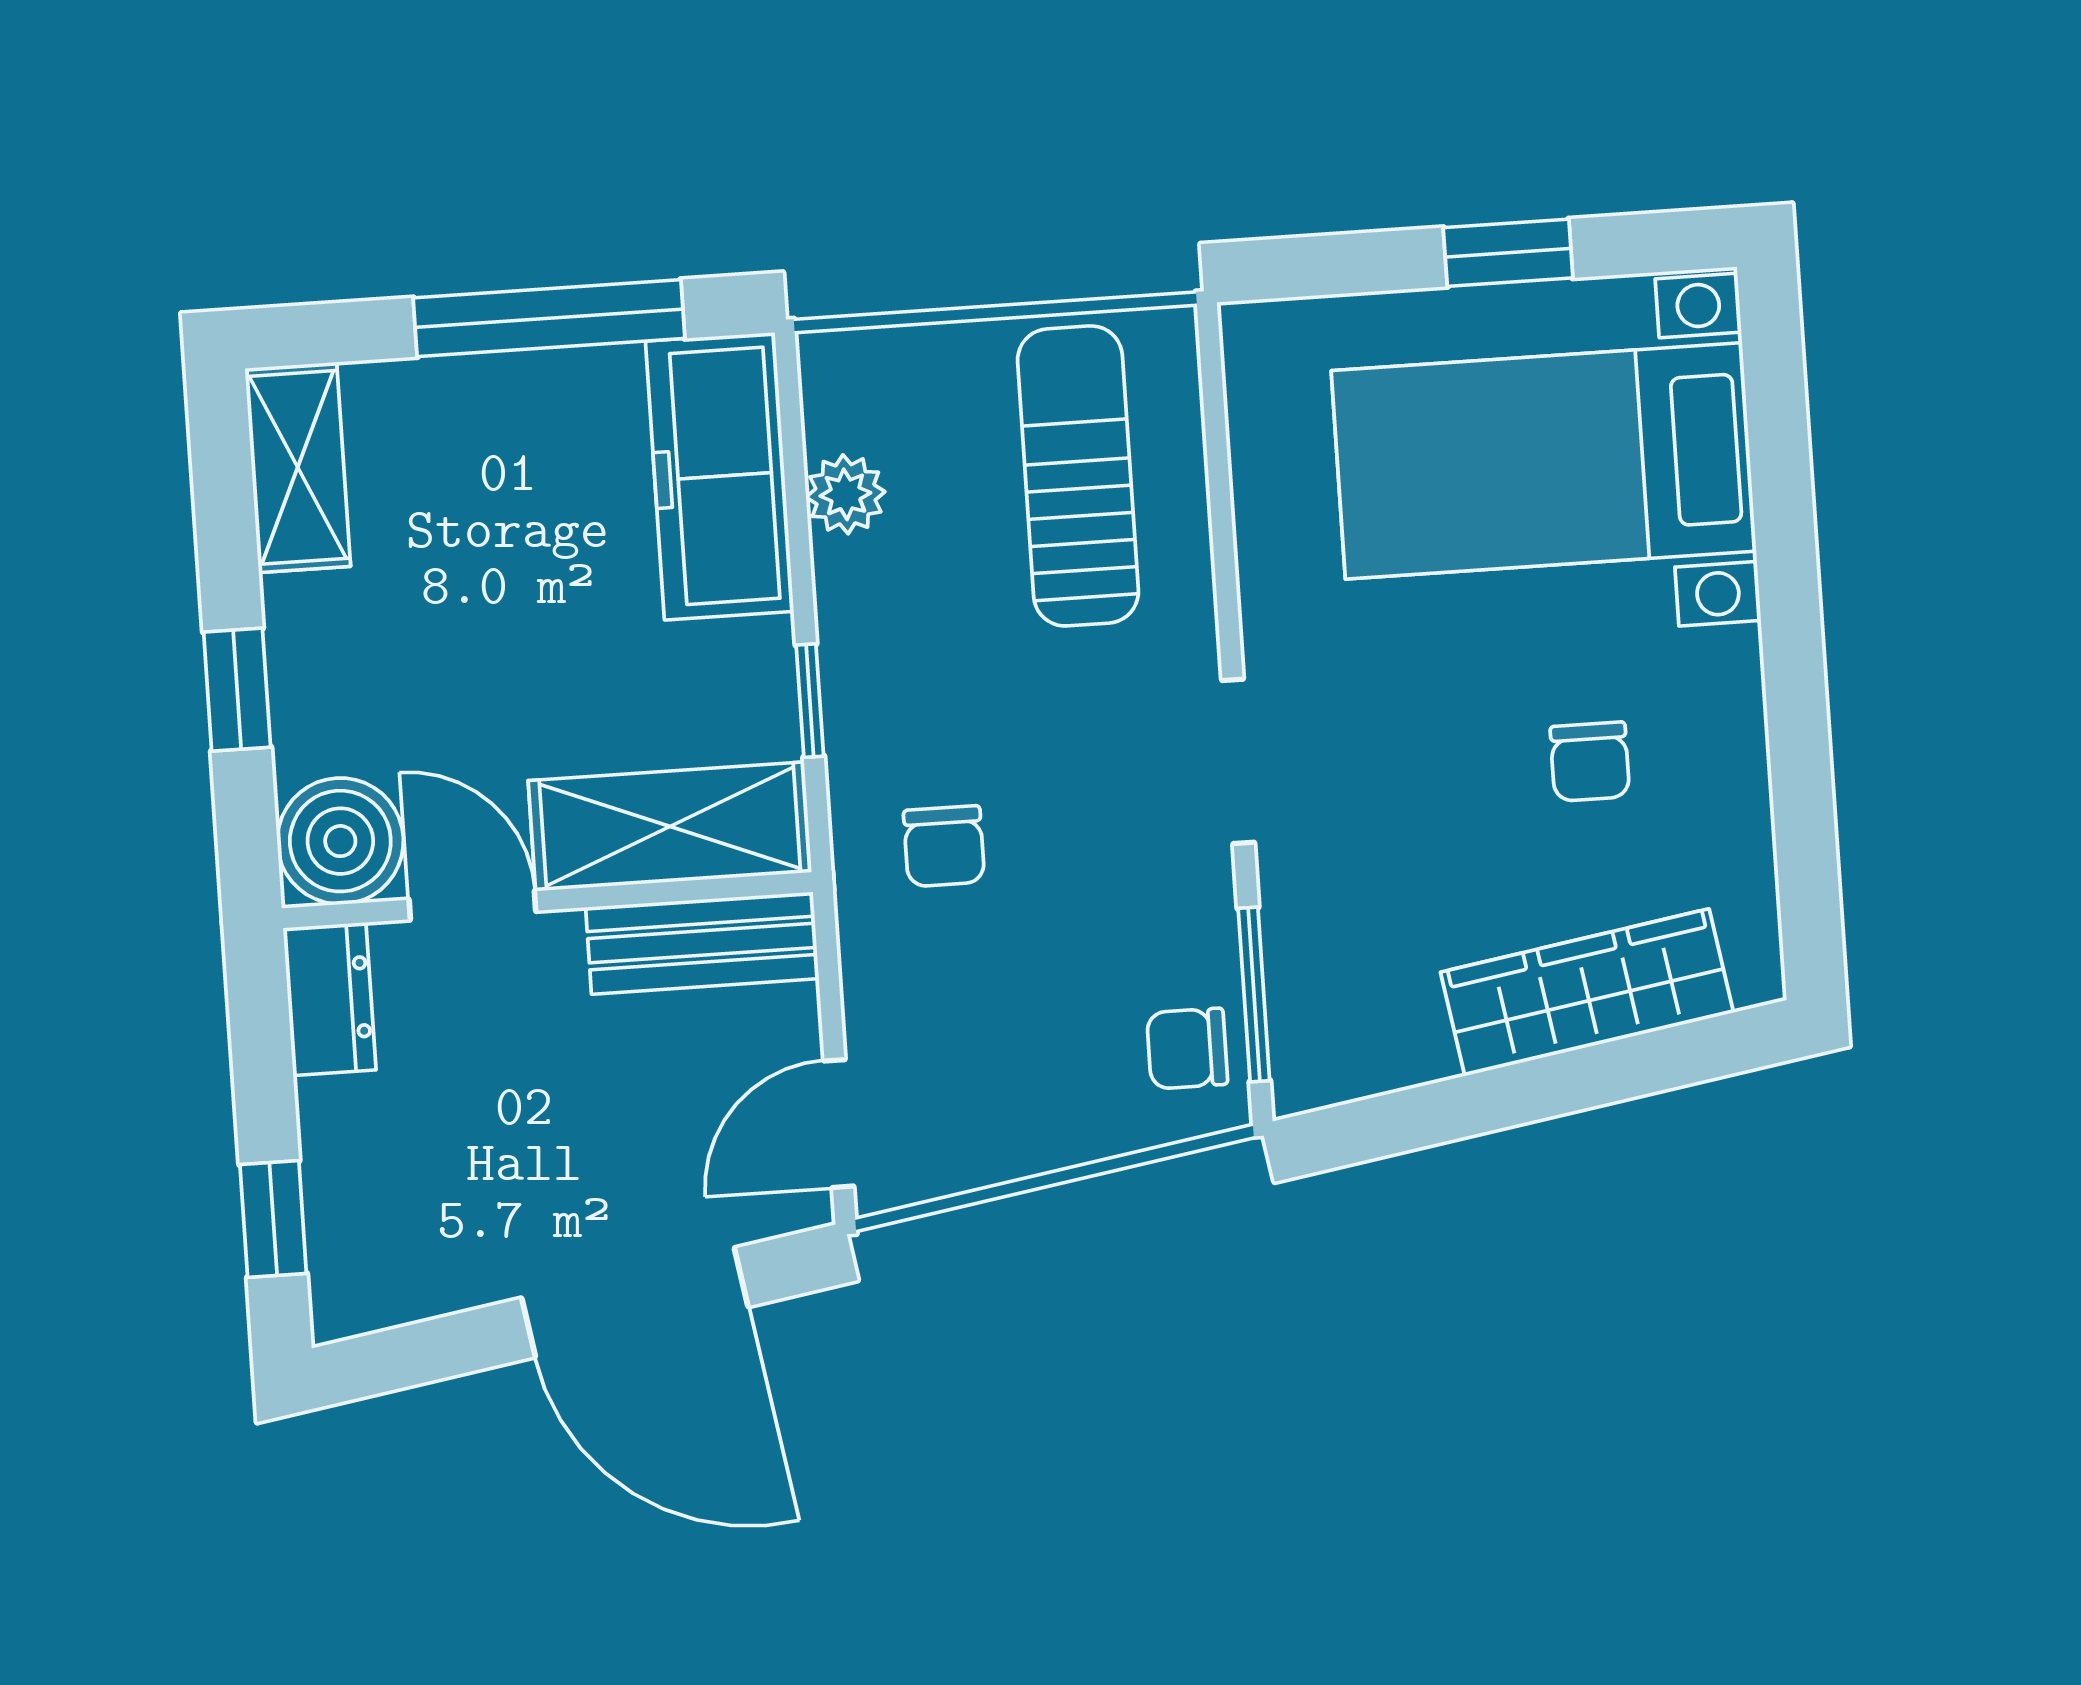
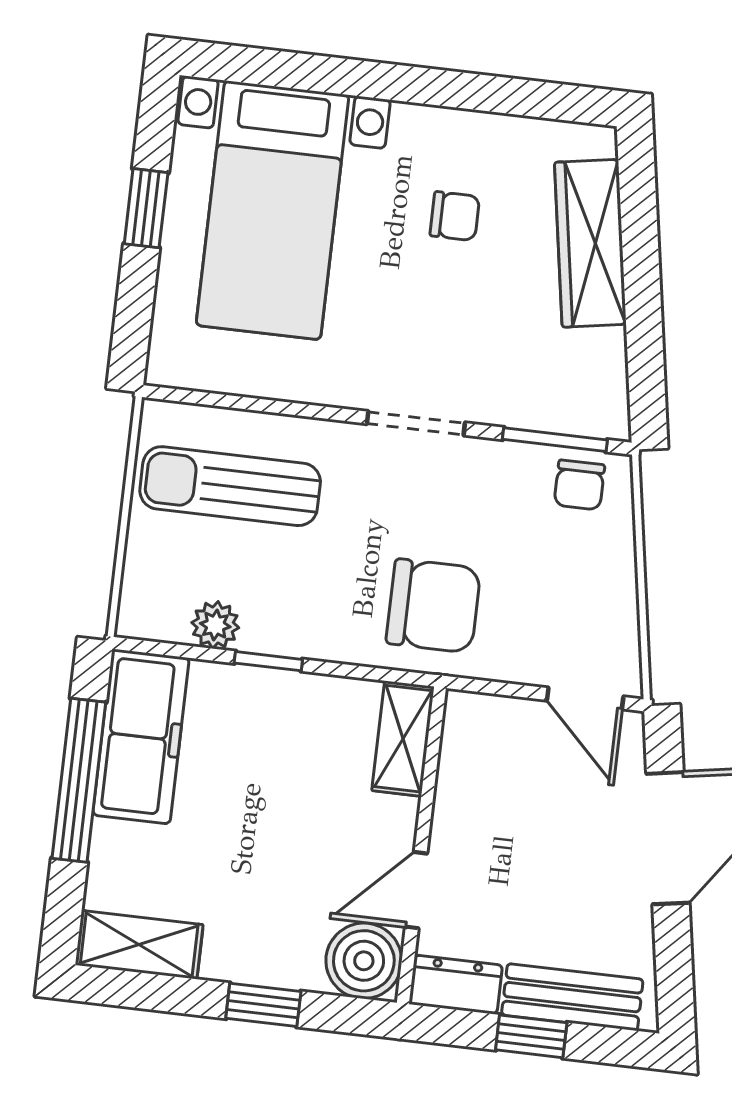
freezer: (720, 476) -> (141, 736), moved, turned -90
window: (810, 701) -> (268, 661), moved
shelving: (670, 826) -> (403, 739), width x0.67, depth x0.75
chair: (944, 846) -> (433, 606), width x1.87, depth x1.87
bench: (702, 943) -> (572, 997), moved, turned 90
window: (273, 1219) -> (531, 1036), moved

